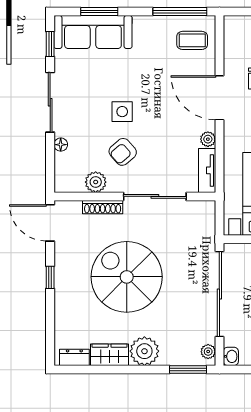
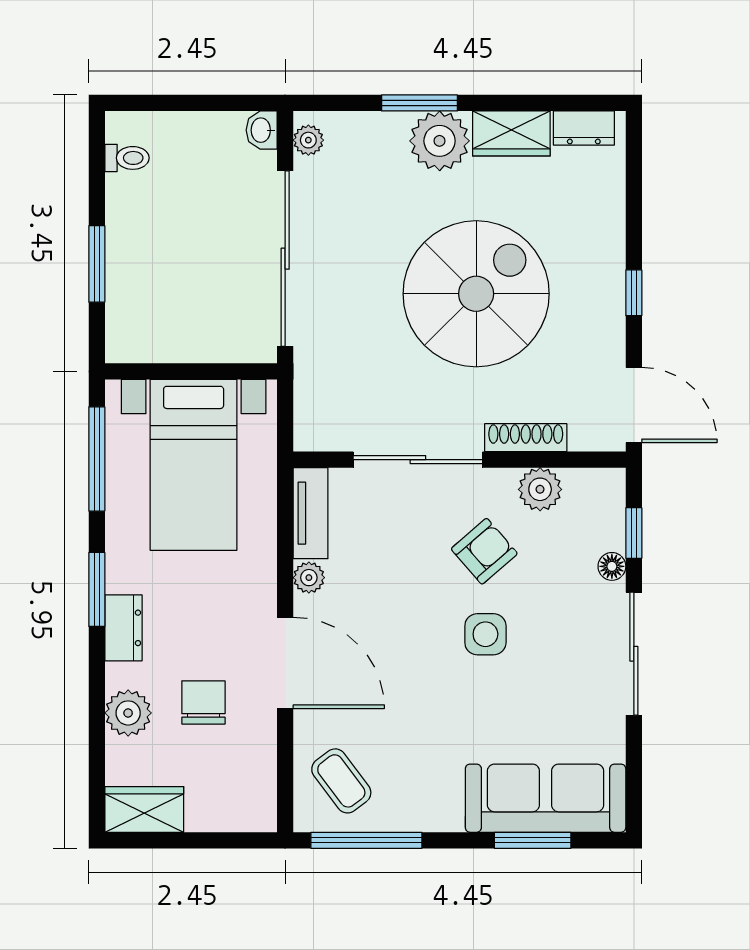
coffee table: (192, 40) -> (341, 781), turned 53
window: (50, 44) -> (634, 533), moved
spiral stairs: (127, 277) -> (476, 294), turned -90
window: (188, 370) -> (420, 103), moved

